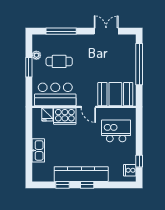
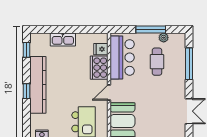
window: (29, 67) -> (151, 29), width x1.44
window: (63, 185) -> (27, 50), moved

